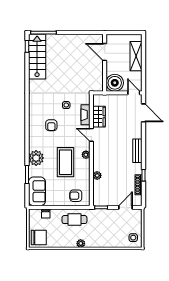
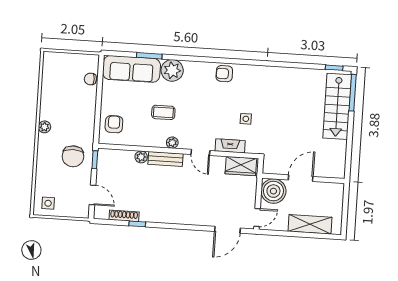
door: (105, 52) -> (301, 178), moved
stairs: (37, 57) -> (337, 106), moved, turned 90
wardrobe: (99, 117) -> (241, 166), moved
armchair: (51, 125) -> (224, 74), moved
door: (91, 135) -> (200, 152), swing flipped
bench: (137, 151) -> (166, 159), moved
coffee table: (65, 162) -> (163, 112), width x0.54, depth x0.58
sofa: (37, 191) -> (132, 69), width x1.36
cafe table: (74, 220) -> (80, 120), removed
chair: (39, 238) -> (73, 156), moved

